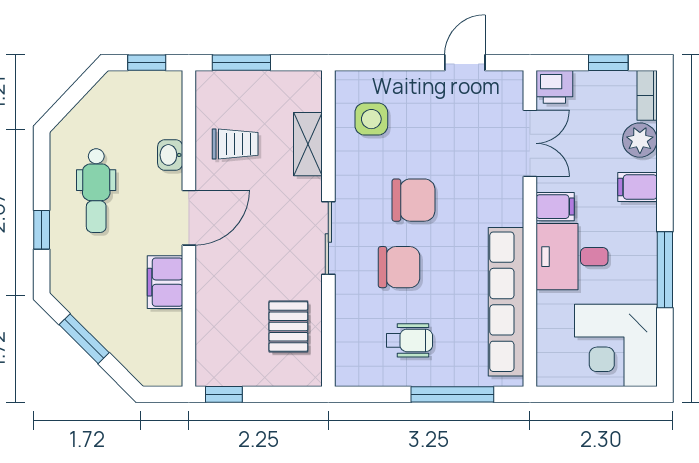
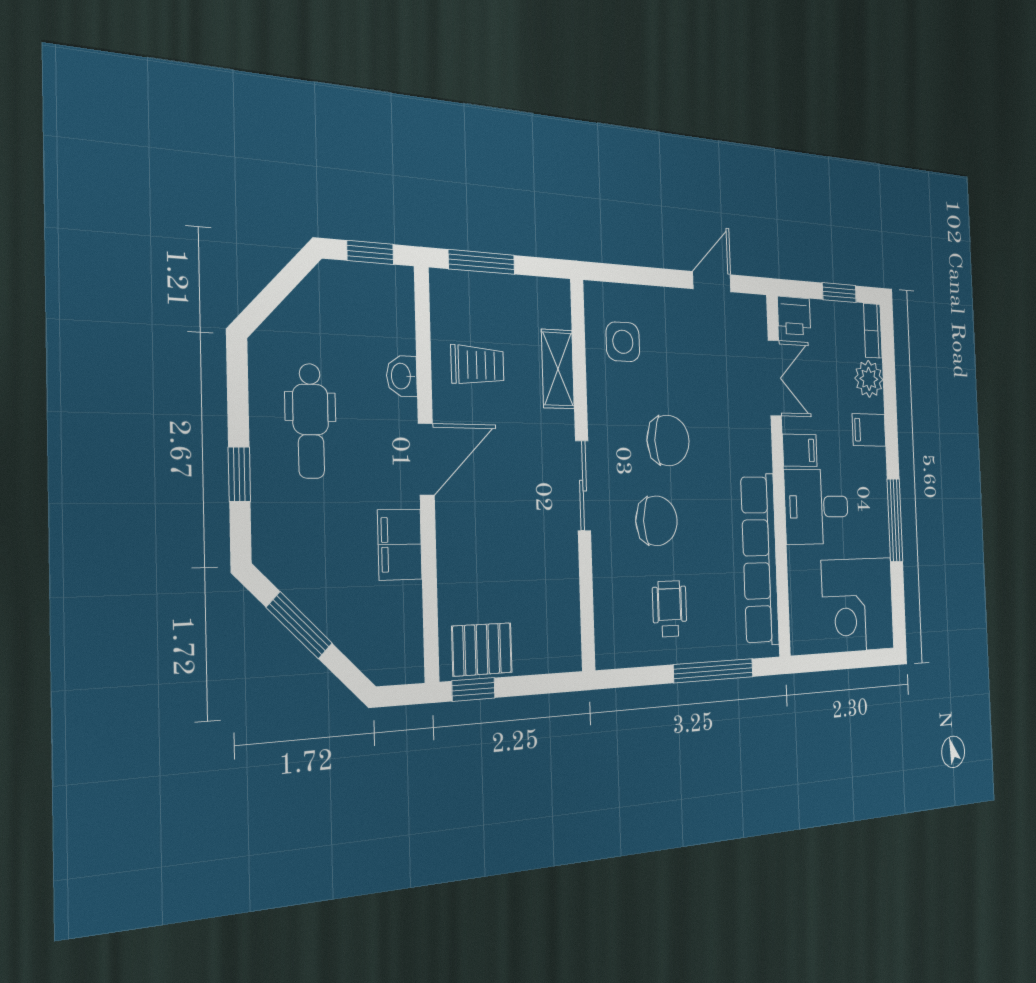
pallet: (288, 326) -> (482, 649), moved, turned 90
wheelchair: (409, 340) -> (670, 609), turned -90

